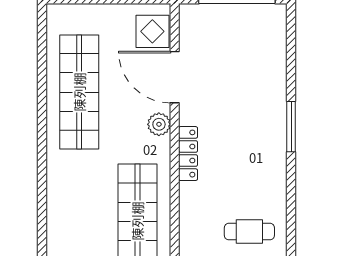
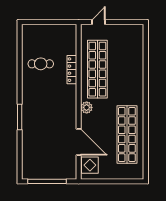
plant: (159, 124) -> (87, 107), moved
locker: (188, 154) -> (72, 70), moved

